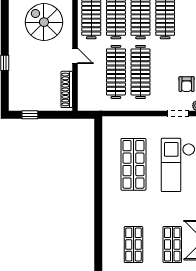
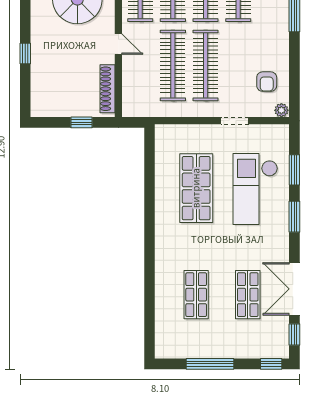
doorway: (178, 114) -> (235, 121), moved
window: (30, 115) -> (82, 122), moved

